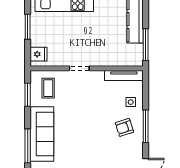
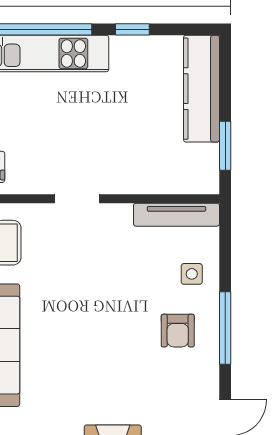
window: (146, 45) -> (225, 146), width x0.69
armchair: (124, 127) -> (178, 331), turned -72

